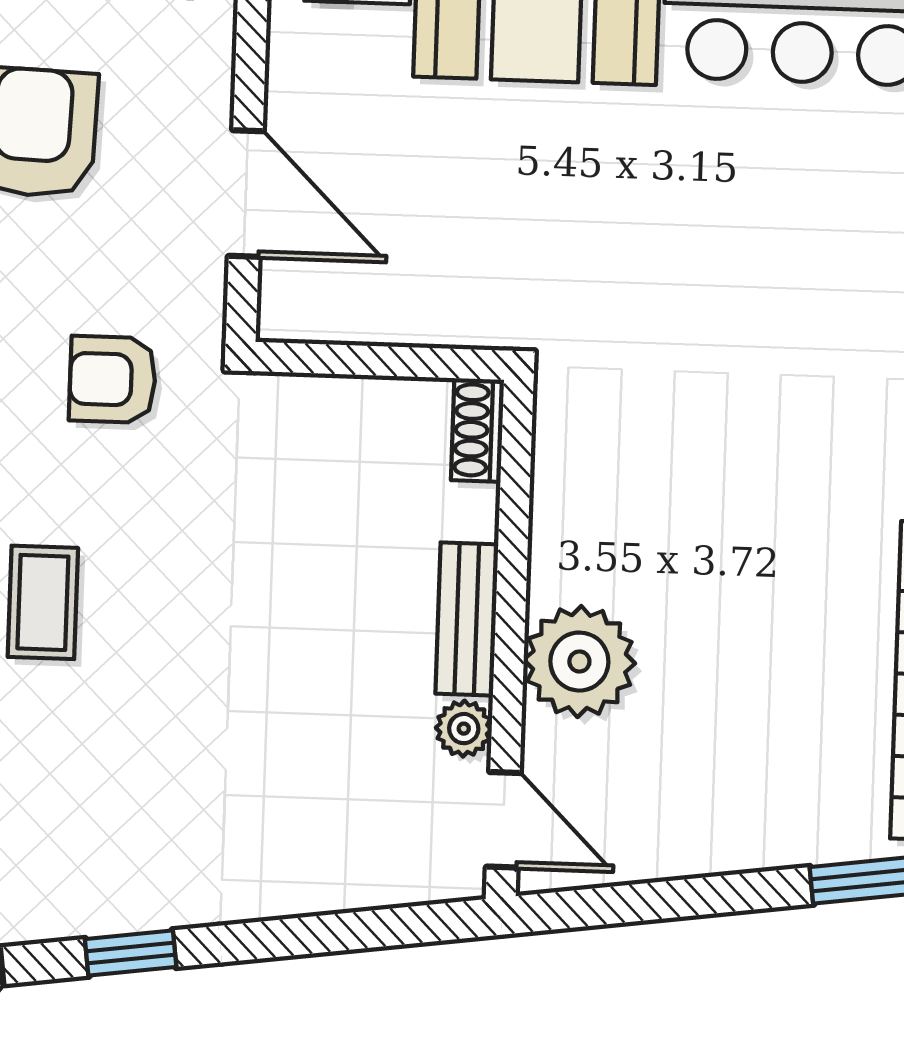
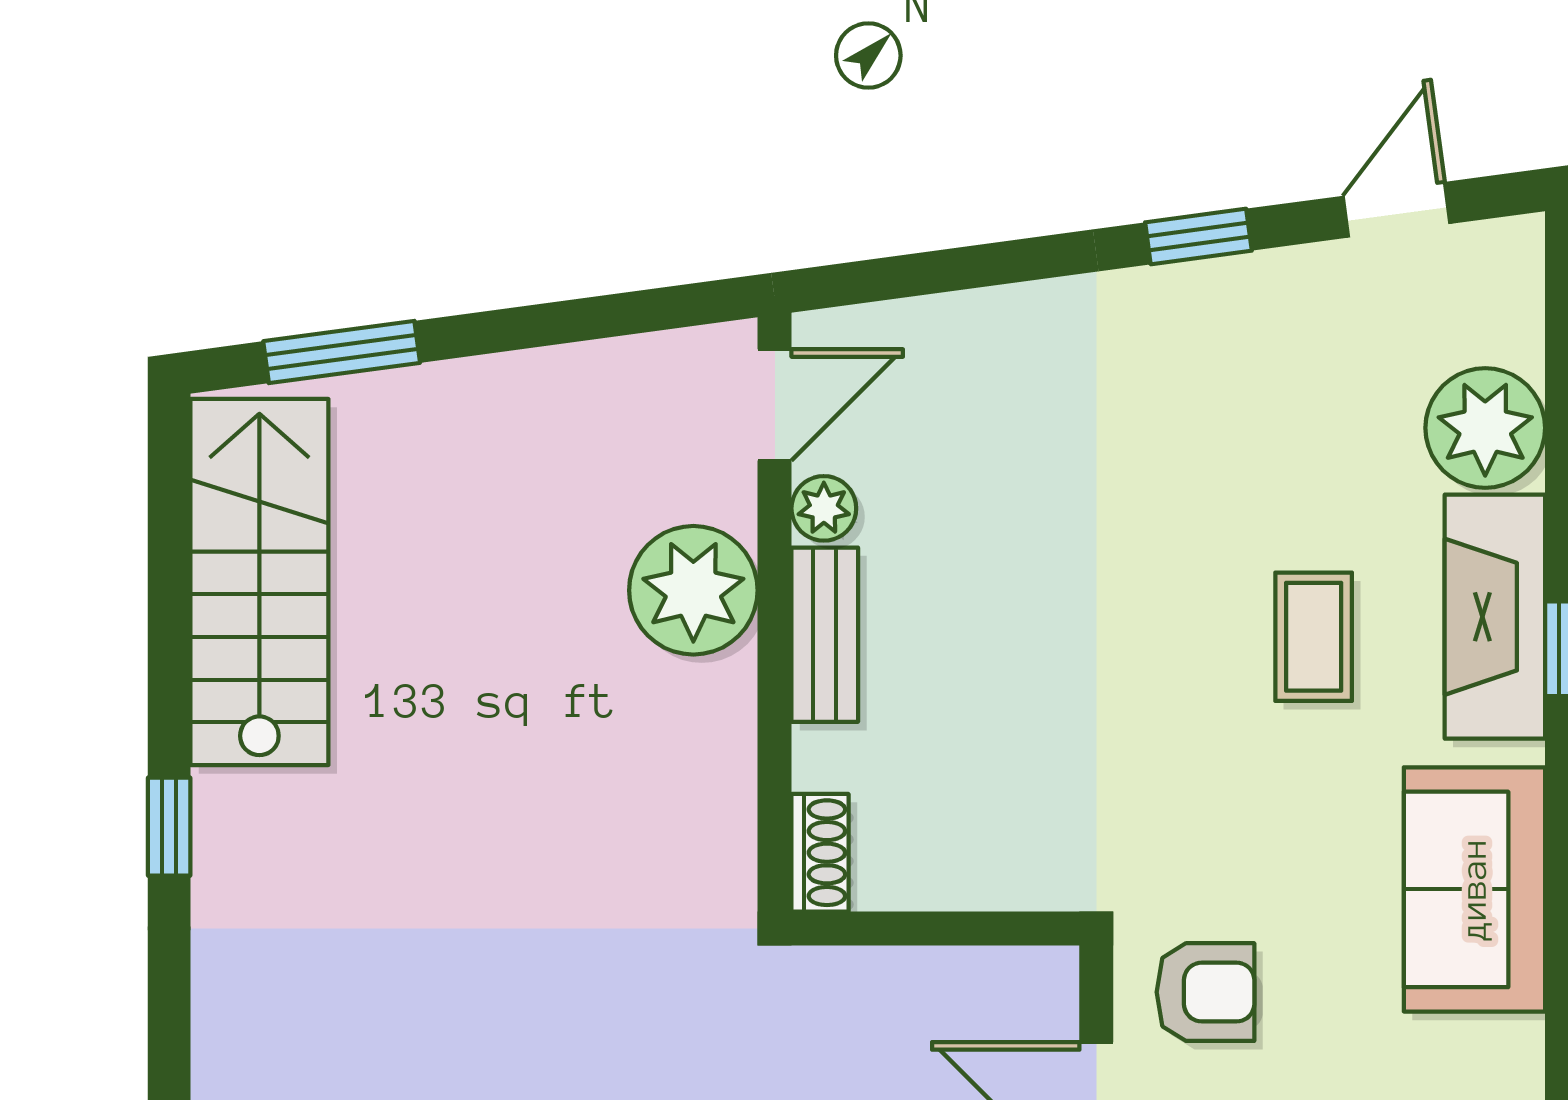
armchair: (113, 379) -> (1205, 992), moved
door: (503, 820) -> (775, 405), swing flipped

